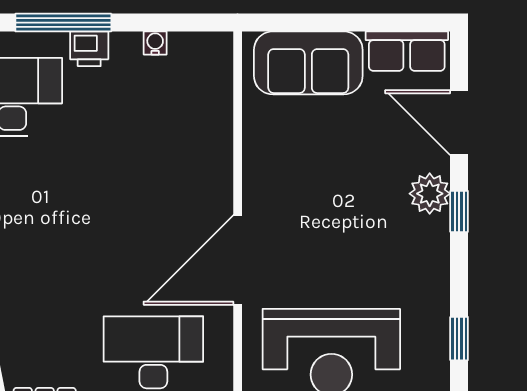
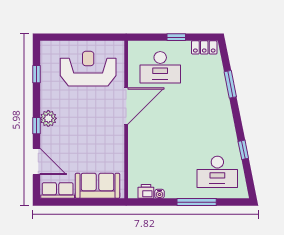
printer: (89, 49) -> (146, 191), moved
plant: (430, 194) -> (48, 118), moved

